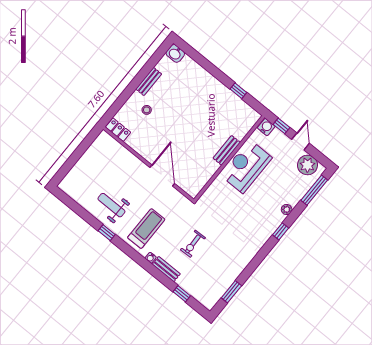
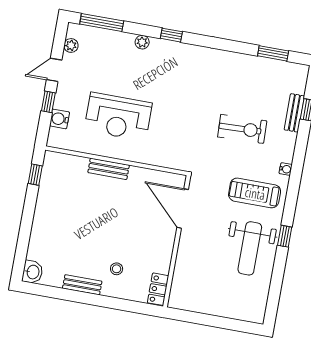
bench: (227, 150) -> (109, 169), moved
wall: (229, 158) -> (116, 161), moved
plant: (307, 165) -> (71, 45), width x0.53, depth x0.53
door: (162, 175) -> (183, 208), hinge flipped
weight bench: (111, 205) -> (250, 248), width x1.36, depth x1.33
exercise bike: (193, 244) -> (242, 129), width x1.38, depth x1.39
bench: (166, 269) -> (294, 113), moved

